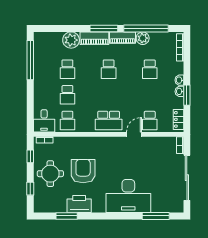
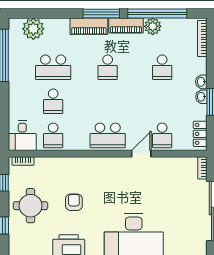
plant: (71, 40) -> (33, 29), moved
school desk: (67, 69) -> (53, 67), width x1.85
armchair: (83, 171) -> (74, 202), width x0.53, depth x0.53

